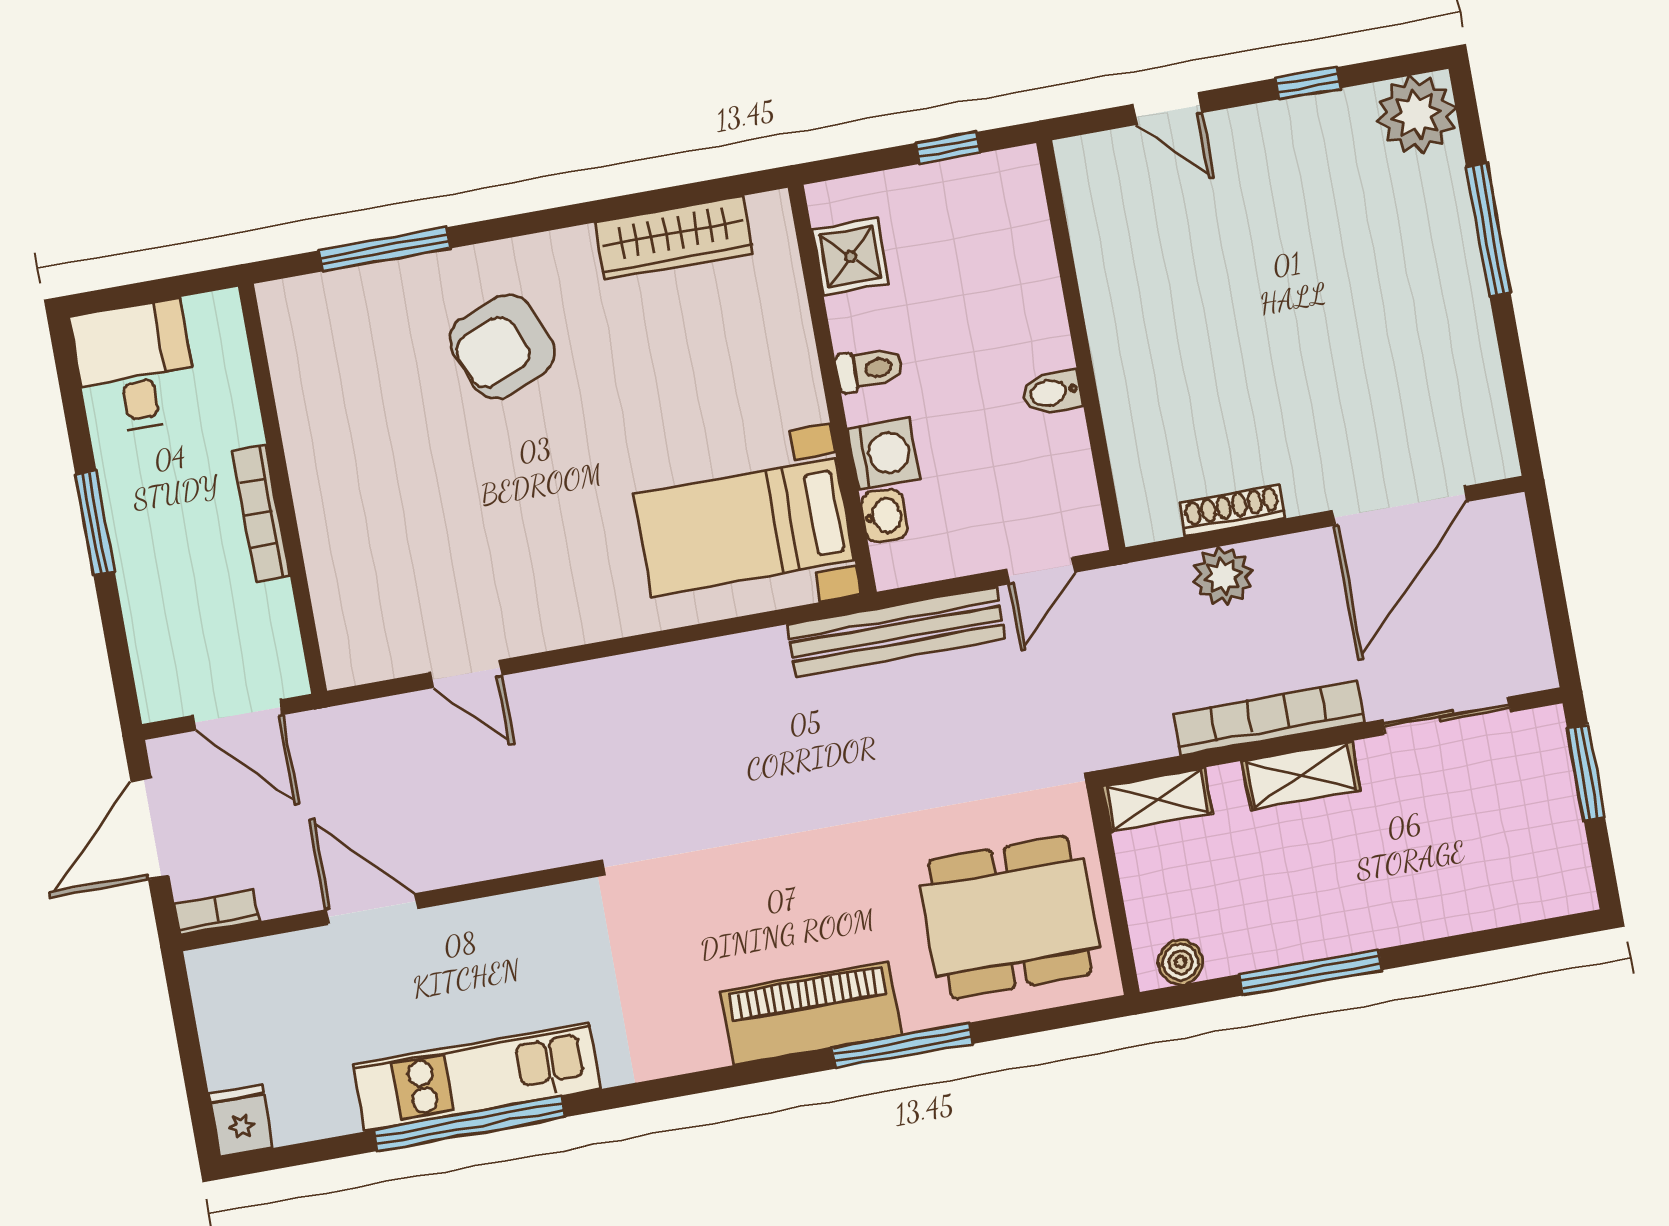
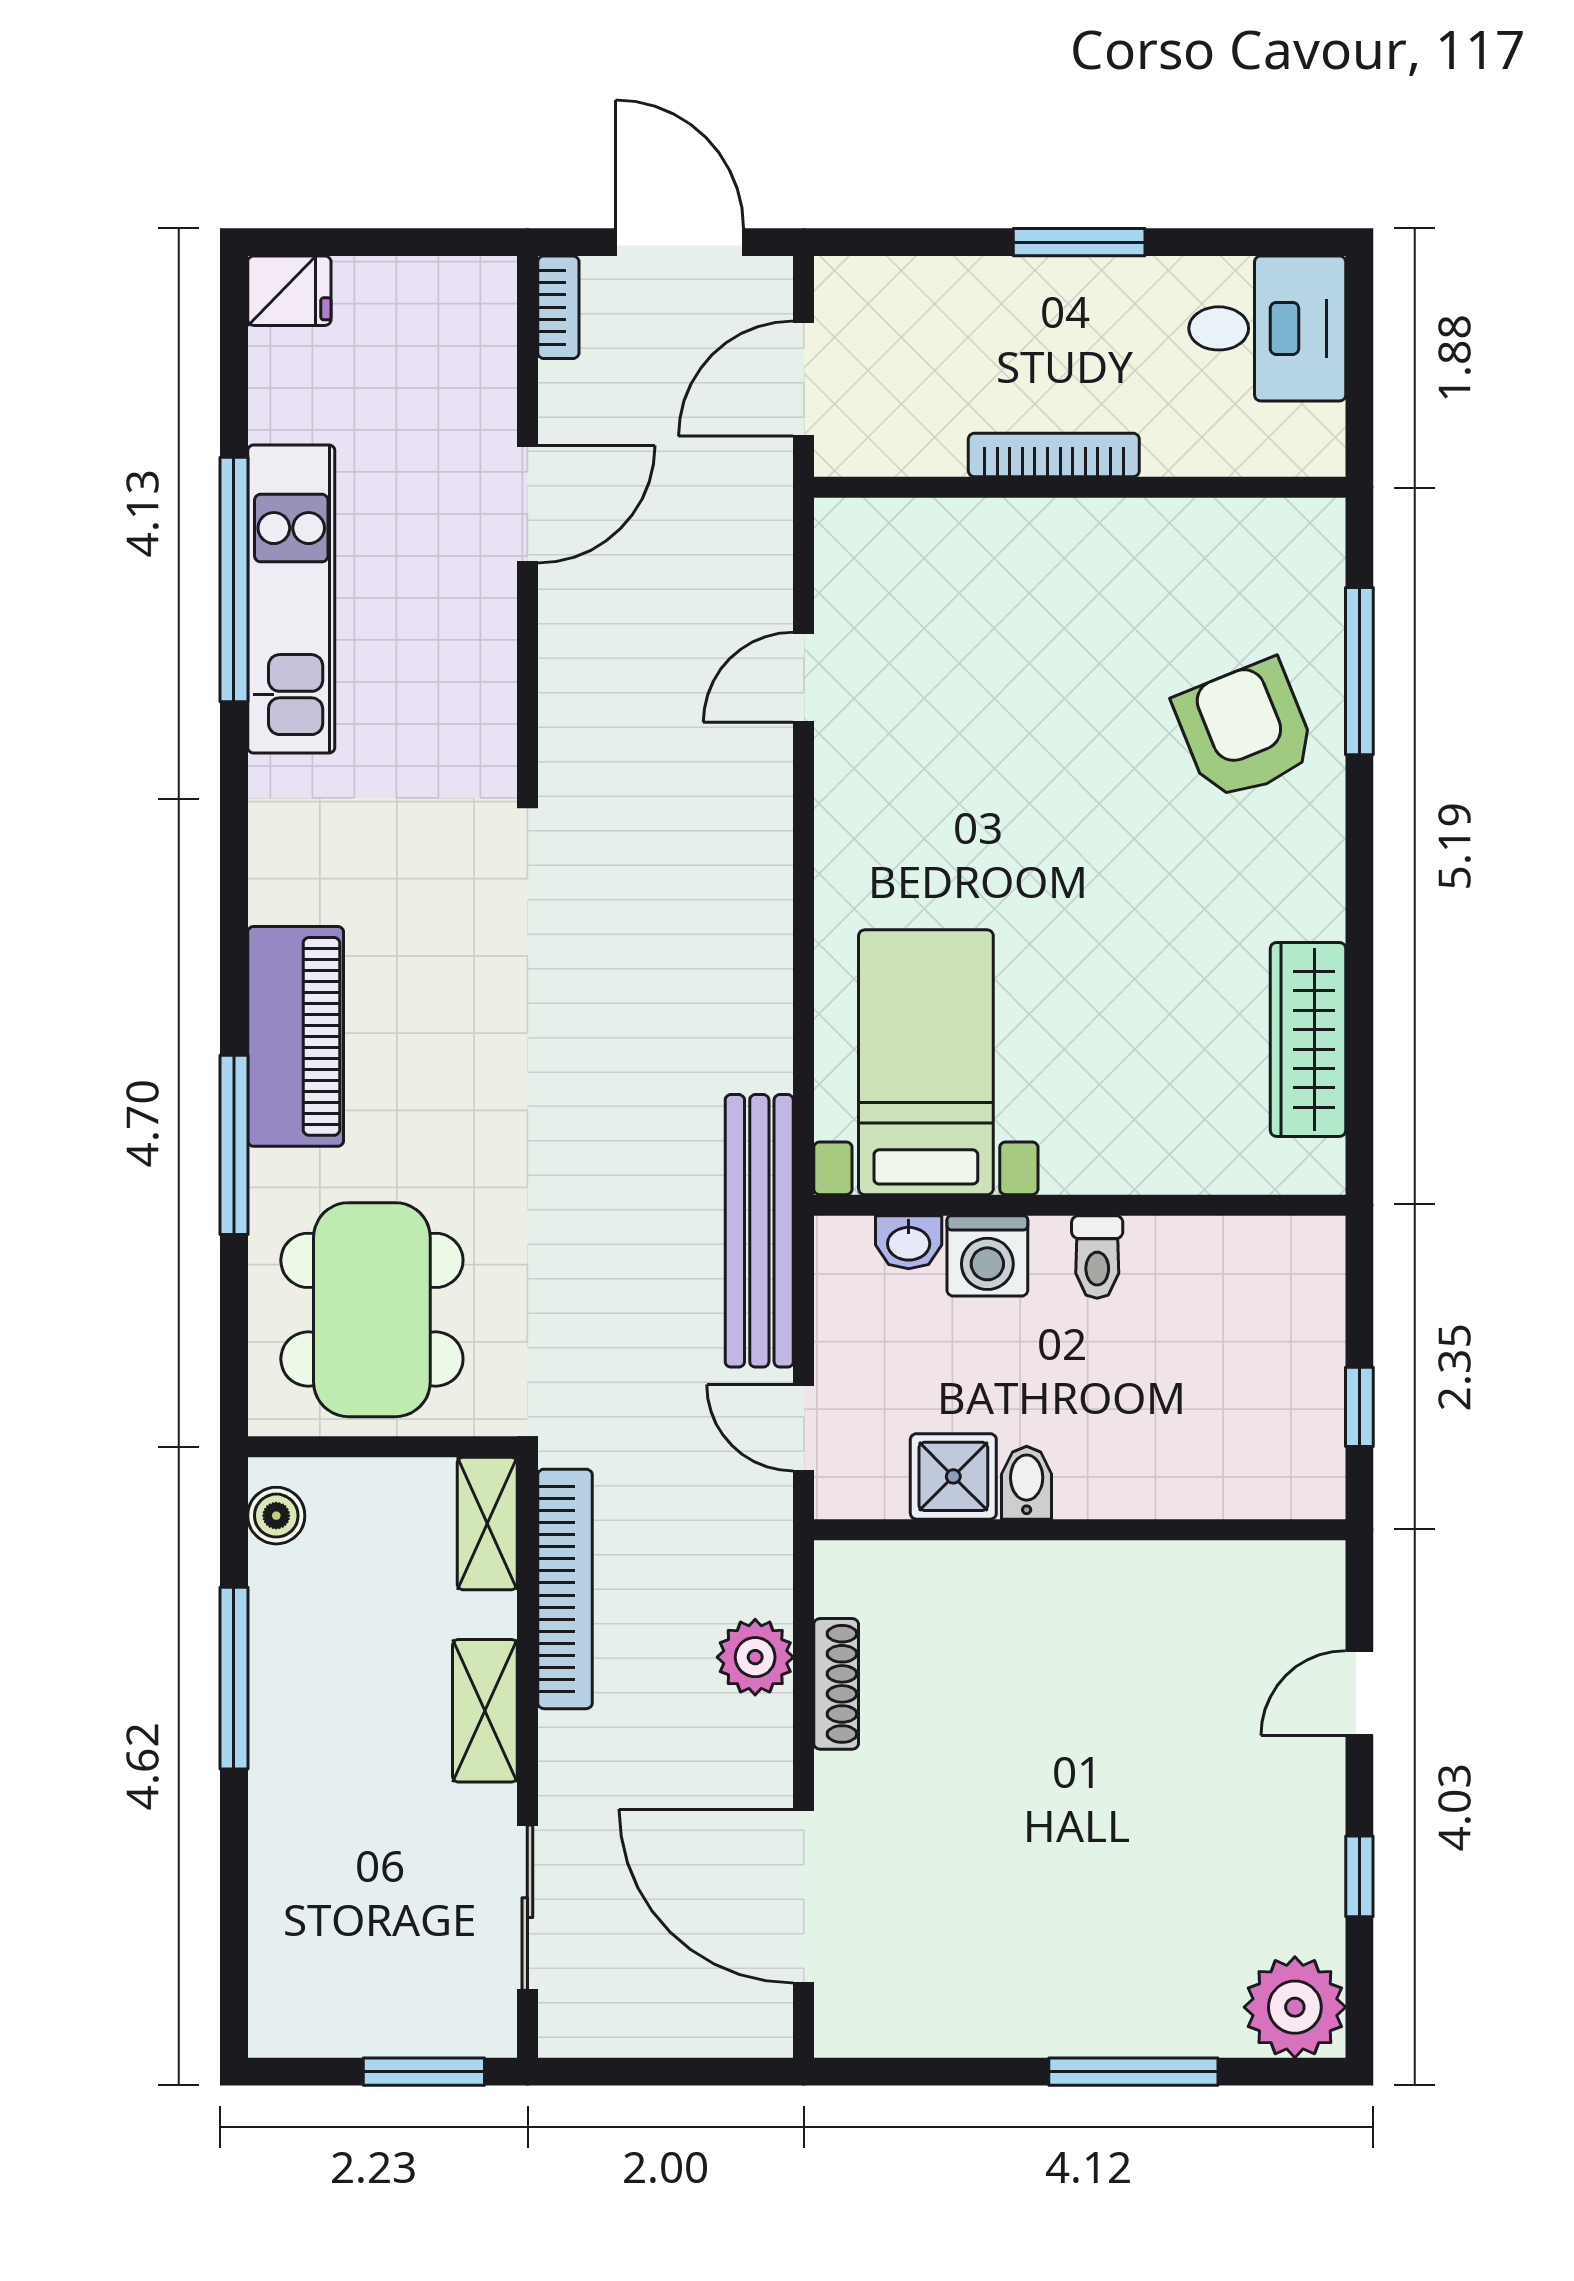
shower: (850, 256) -> (953, 1476), moved
armchair: (502, 346) -> (1245, 730), moved
bookcase: (1269, 718) -> (565, 1589), moved

